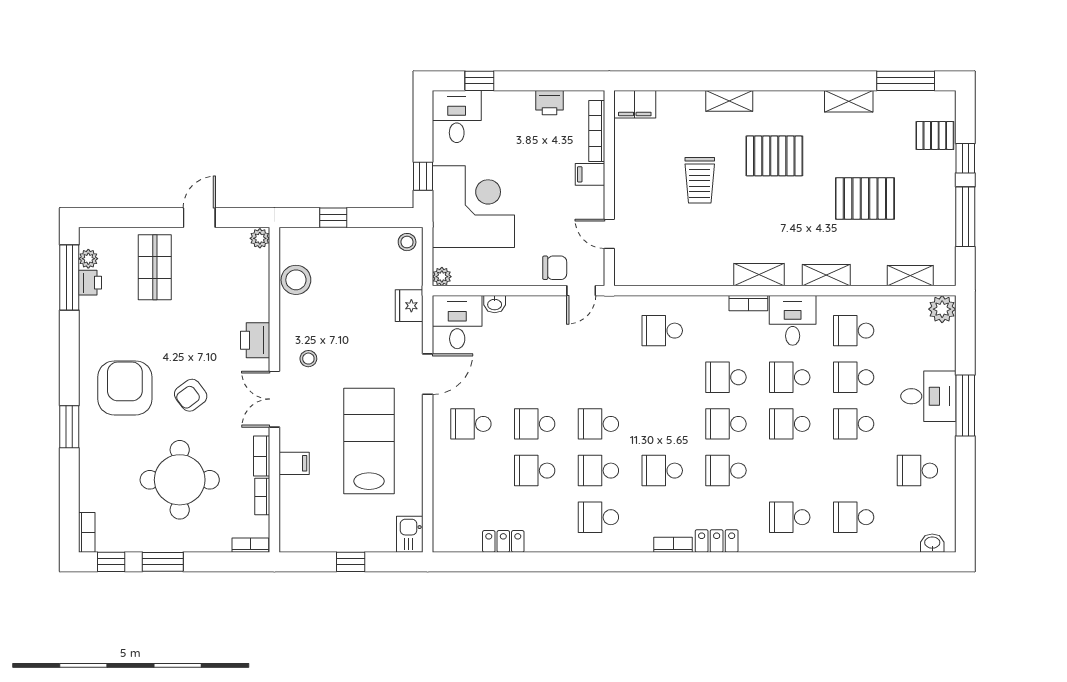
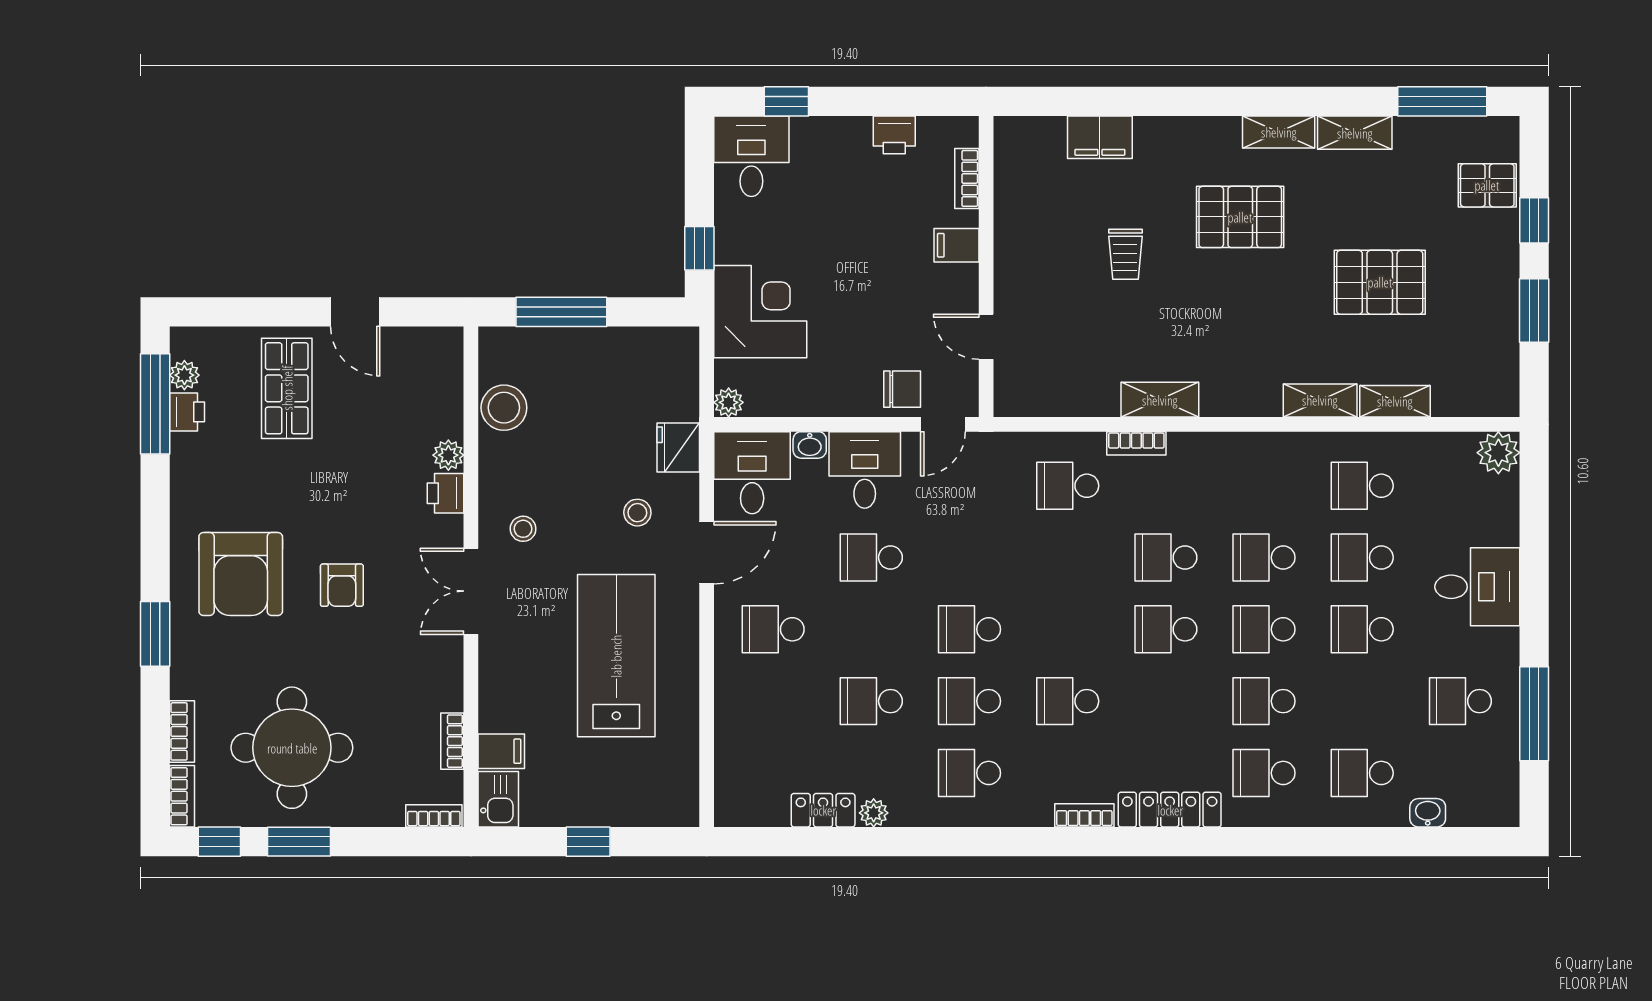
shelving: (729, 101) -> (1279, 132), moved
filing cabinet: (635, 104) -> (1100, 137), moved
bookcase: (597, 131) -> (967, 178), width x0.64
trolley: (700, 180) -> (1125, 254), width x0.73, depth x0.72
corner desk: (473, 207) -> (760, 312), width x0.74, depth x0.74
window: (965, 217) -> (1534, 311), width x0.69
door: (199, 218) -> (355, 312), swing flipped
window: (333, 218) -> (561, 312), width x2.17
plant: (260, 238) -> (448, 455), moved
stool: (407, 242) -> (637, 513), moved
shelving: (759, 275) -> (1160, 400), moved
shelving: (910, 276) -> (1395, 401), moved
bookcase: (748, 303) -> (1136, 443), moved
desk: (793, 320) -> (865, 470), moved
printer: (255, 340) -> (445, 493), width x0.73, depth x0.81
armchair: (125, 388) -> (241, 574), turned 180
armchair: (191, 395) -> (342, 585), turned -53
window: (965, 406) -> (1534, 714), moved
school desk: (535, 424) -> (871, 558), moved
bookcase: (262, 456) -> (182, 731), moved, turned 180
filing cabinet: (294, 463) -> (501, 751), moved
school desk: (726, 471) -> (1264, 701), moved
round table: (180, 480) -> (292, 748), moved
kitchen sink: (410, 534) -> (498, 799), moved, turned 180
locker: (717, 541) -> (1170, 810), width x1.53
plant: (536, 543) -> (874, 813), added
washbasin: (932, 543) -> (1428, 813), moved

